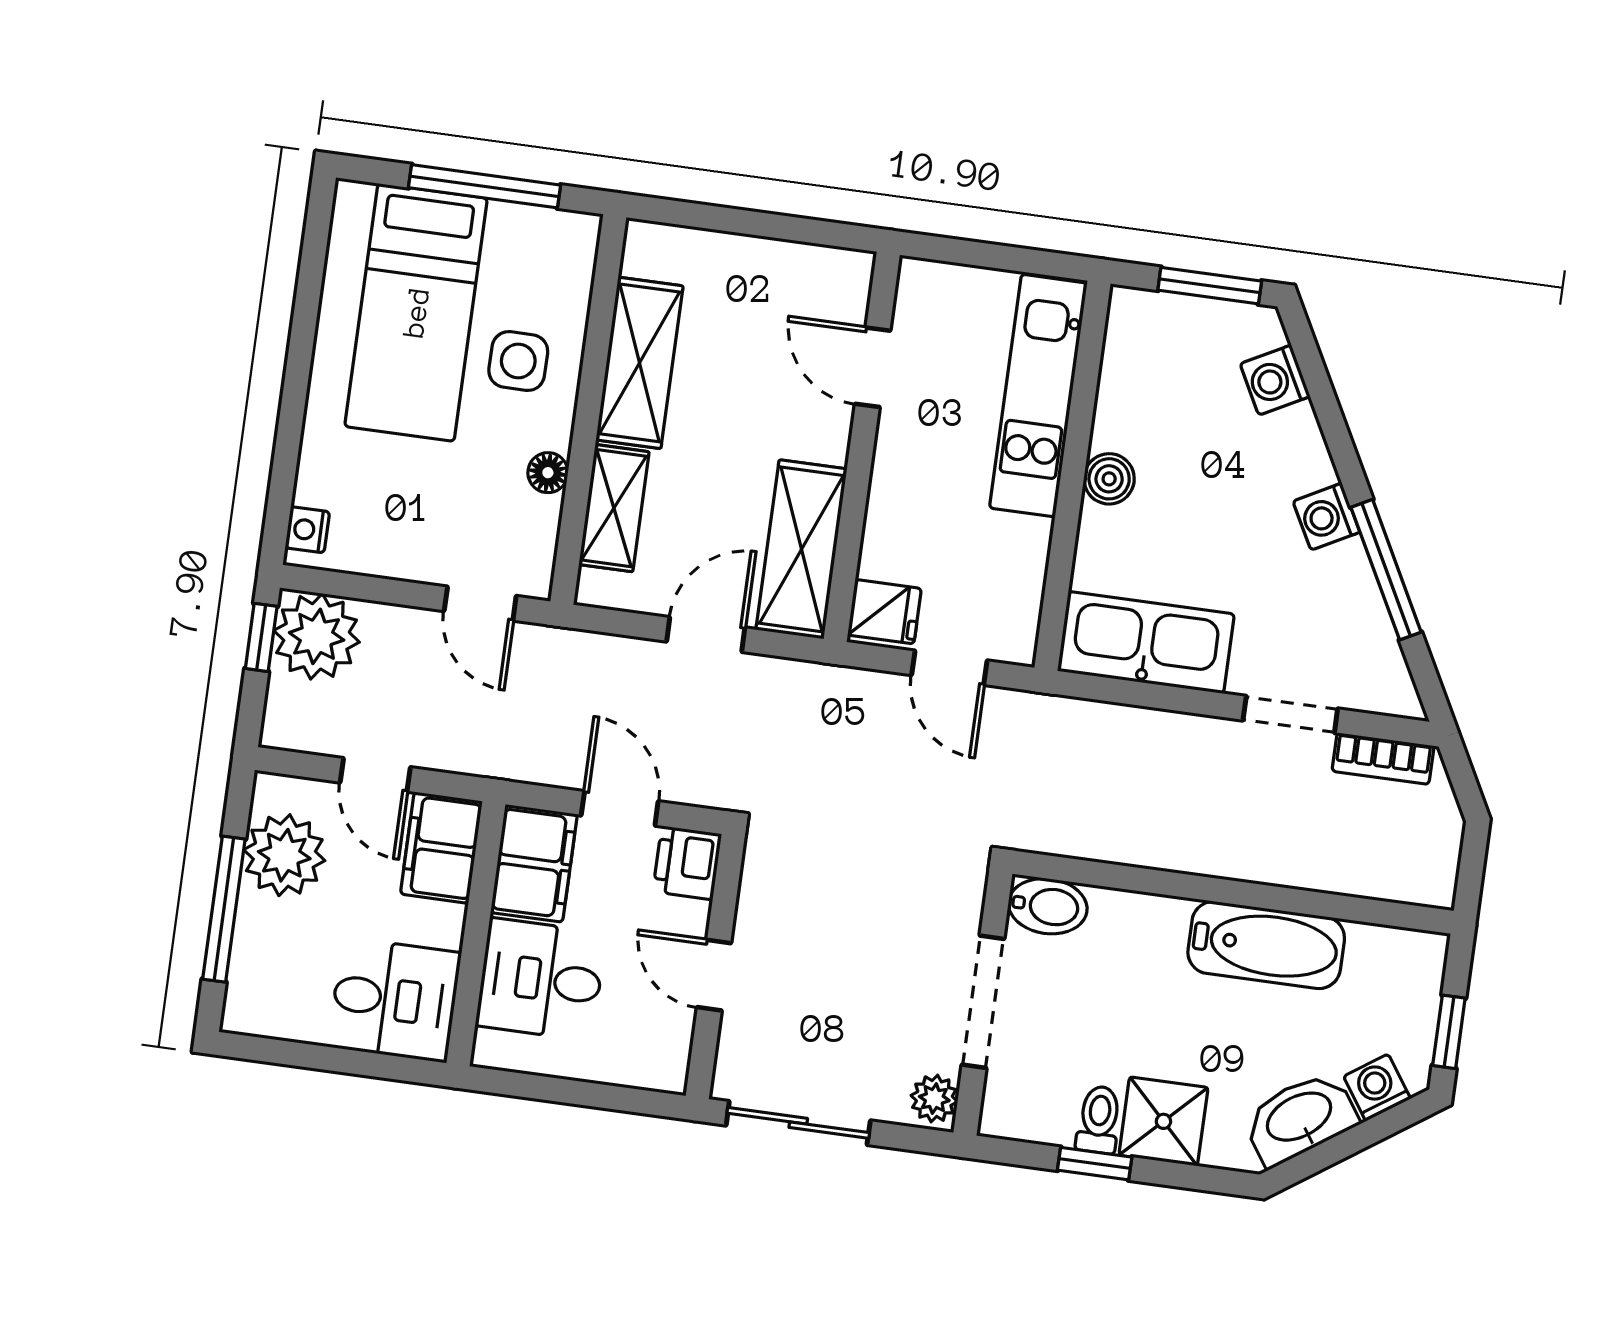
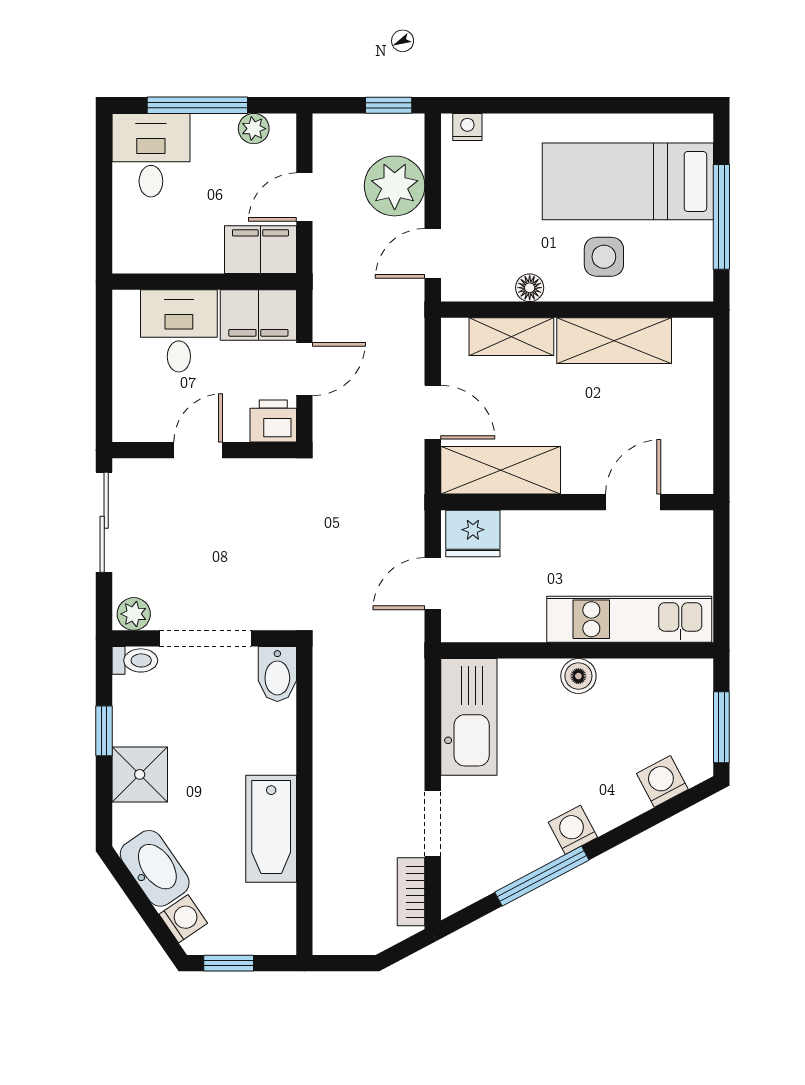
fridge: (885, 612) -> (473, 533), width x1.38
plant: (317, 636) -> (395, 186), moved
plant: (284, 855) -> (254, 129), width x0.53, depth x0.53
desk: (395, 1000) -> (151, 155), moved, turned 180
toilet: (1099, 1120) -> (135, 660), moved

